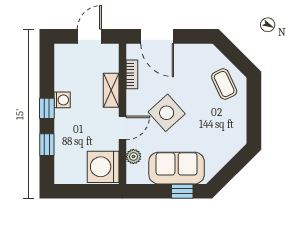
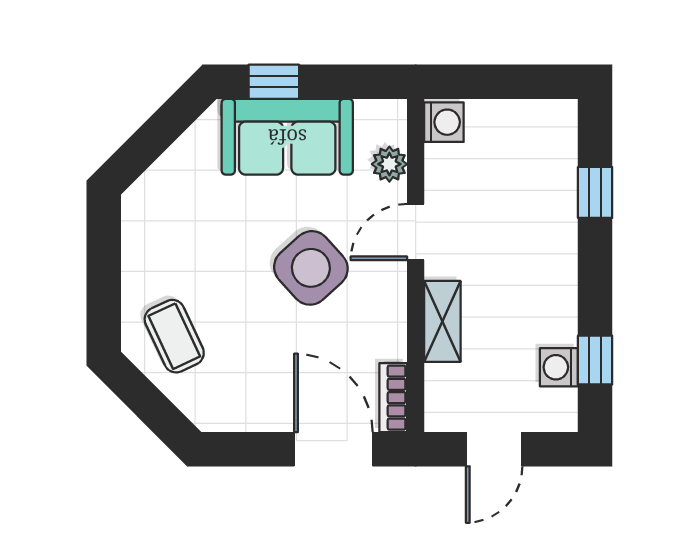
bookcase: (132, 74) -> (393, 398), moved
washing machine: (62, 100) -> (559, 367), moved
window: (47, 108) -> (595, 360), moved
washing machine: (103, 167) -> (444, 122), width x0.53, depth x0.53

